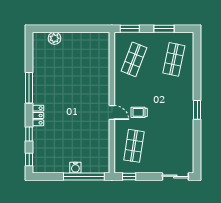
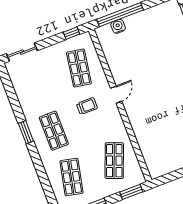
shop shelf: (174, 103) -> (54, 131), added
door: (112, 113) -> (116, 95), swing flipped
water cooler: (75, 168) -> (118, 26), moved

